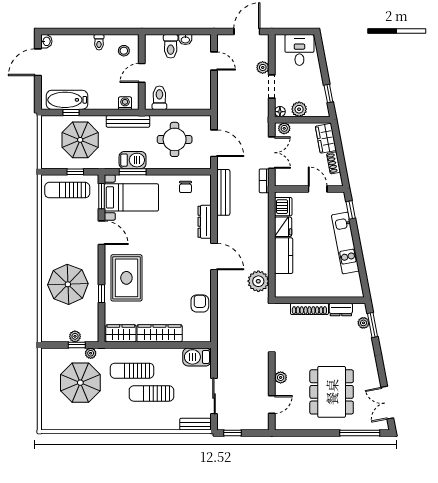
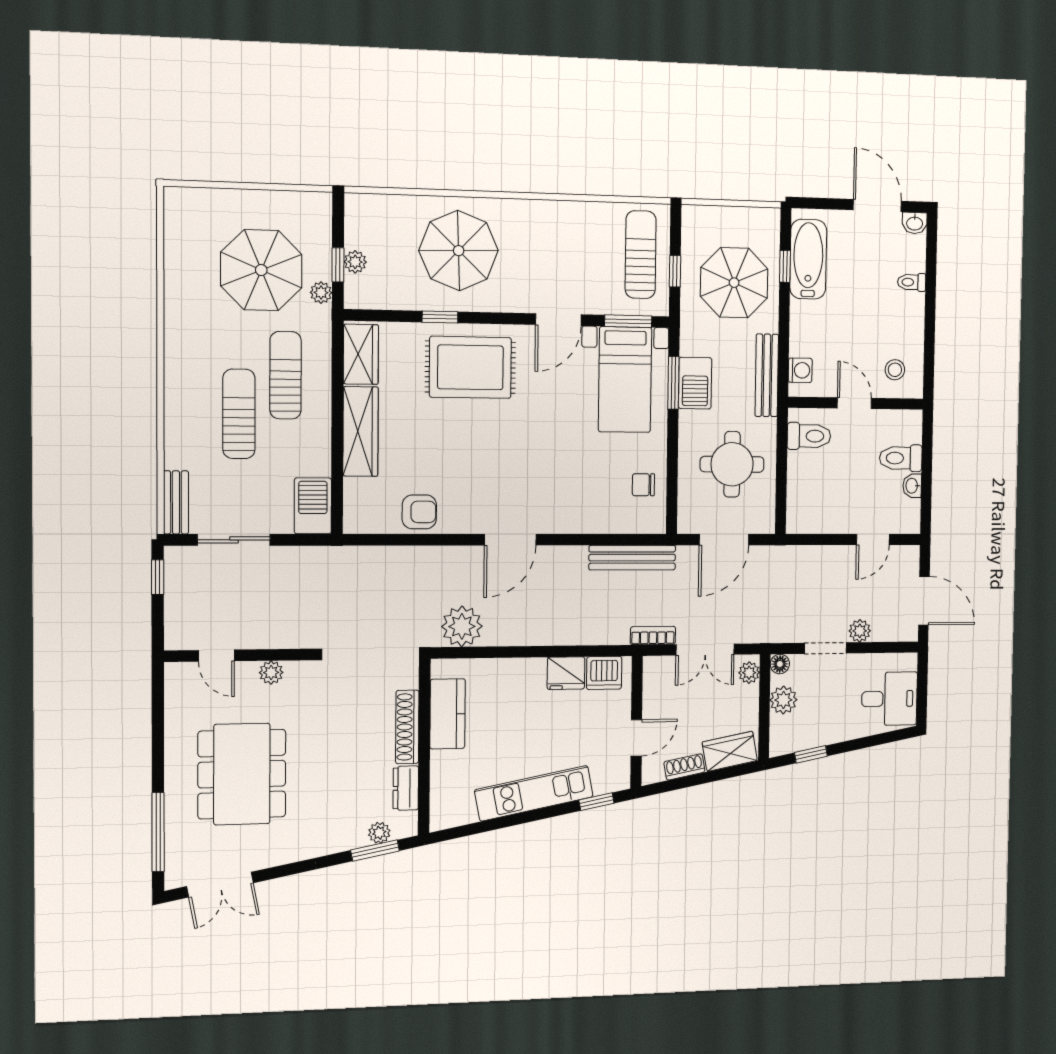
toilet: (99, 42) -> (912, 282), moved
dresser: (205, 222) -> (577, 522), removed
kitchen counter: (284, 256) -> (448, 714), moved, turned -90
dining table: (332, 392) -> (242, 774), turned 90
double door: (387, 403) -> (220, 885), swing flipped

